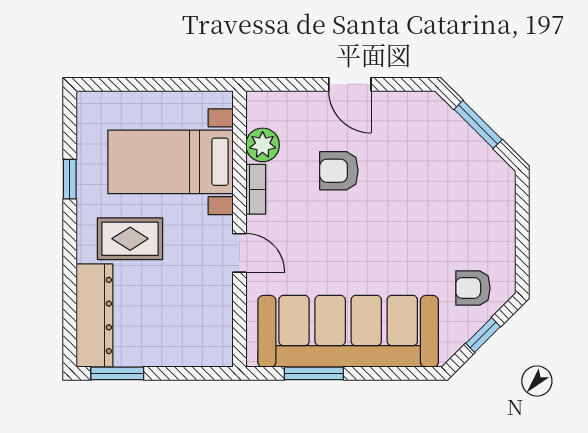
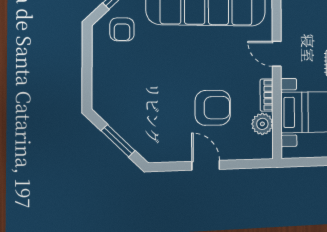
armchair: (339, 171) -> (213, 108), width x1.38, depth x1.38
armchair: (473, 288) -> (122, 29), turned 90

